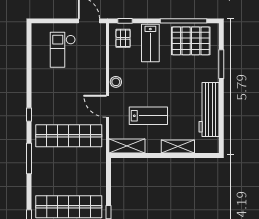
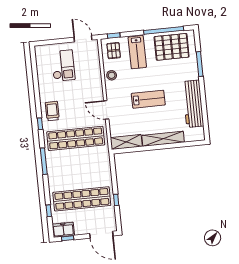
checkout: (63, 50) -> (63, 66), turned 180
stool: (116, 82) -> (112, 75), moved
trolley: (45, 101) -> (52, 111), added
lab bench: (148, 116) -> (148, 99), moved
shelving: (178, 147) -> (163, 139), width x1.47

